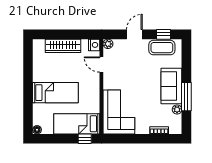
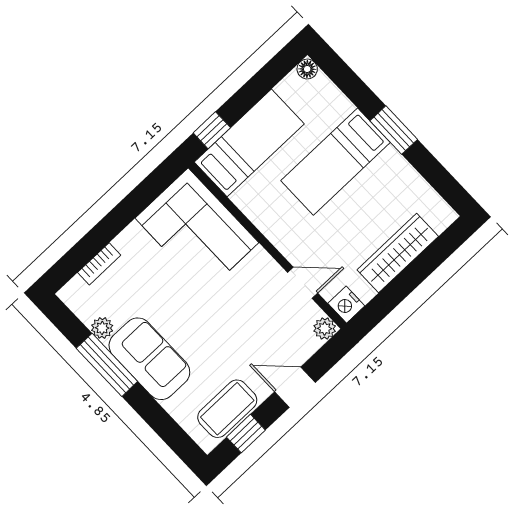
door: (134, 34) -> (295, 387), swing flipped
window: (28, 85) -> (394, 130), added

